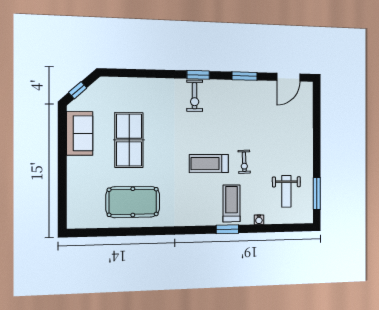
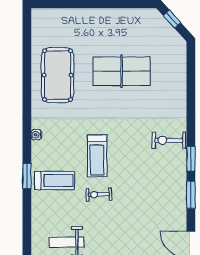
window: (198, 75) -> (191, 159), moved
sofa: (80, 133) -> (128, 21), removed
treadmill: (209, 164) -> (97, 156), turned 180
water cooler: (259, 220) -> (36, 135), moved

